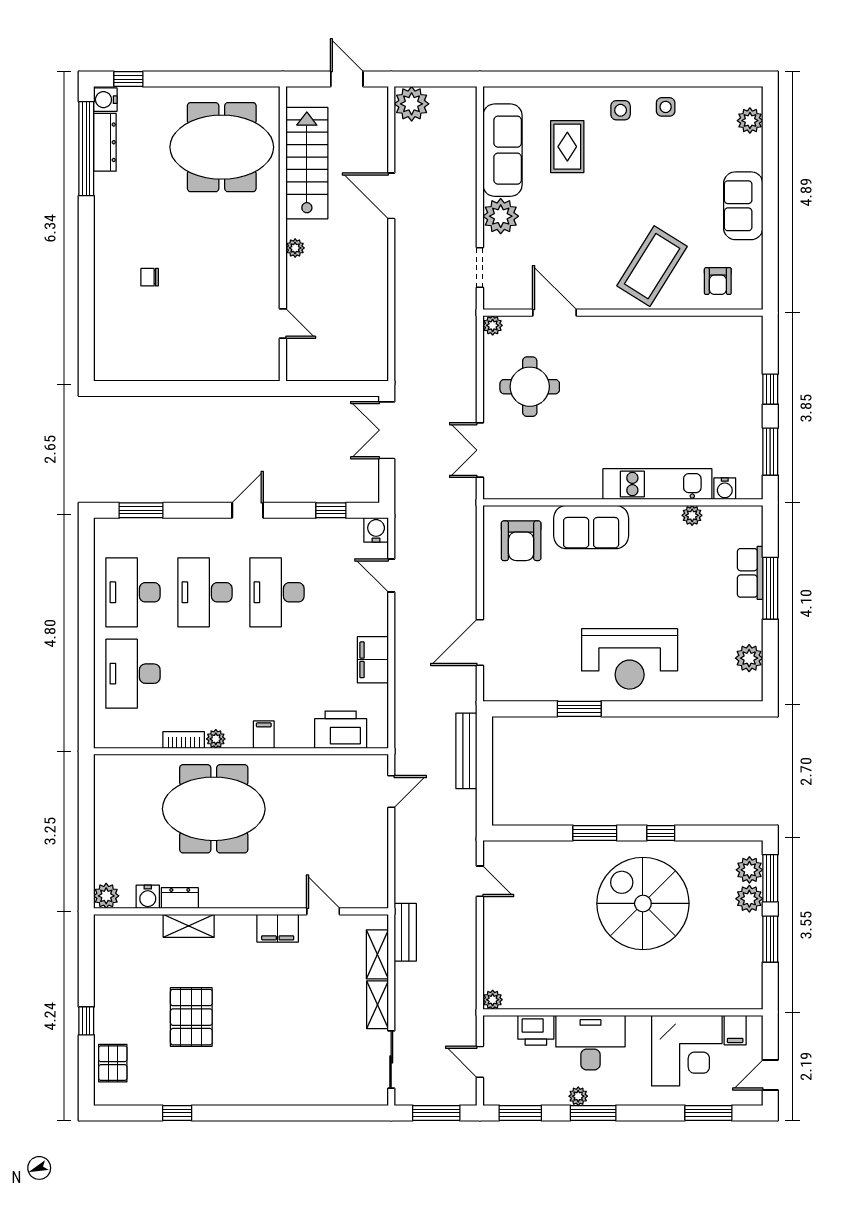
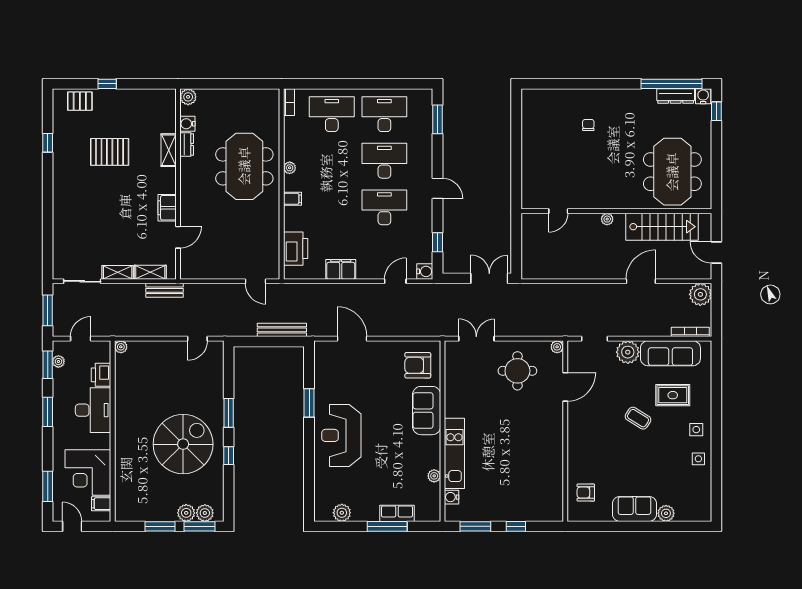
door: (347, 79) -> (716, 252), swing flipped
bookcase: (470, 120) -> (690, 332), added
plant: (750, 121) -> (666, 513), moved
coffee table: (652, 266) -> (638, 418), moved, width x0.54, depth x0.58
bookcase: (184, 740) -> (289, 102), moved
plant: (578, 1096) -> (58, 361), moved

